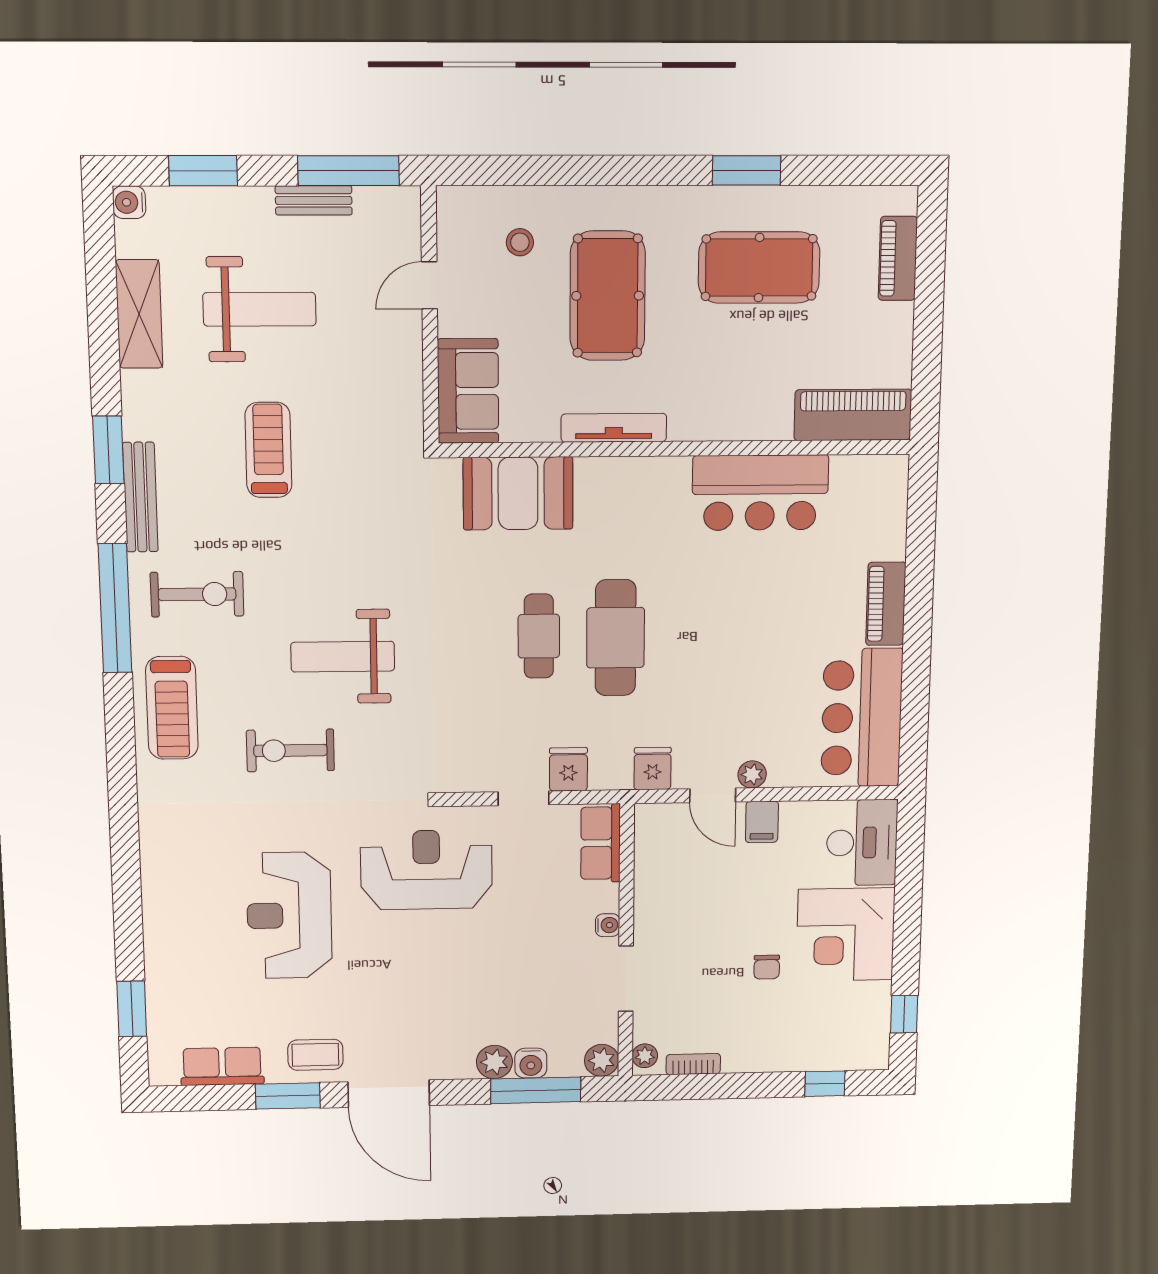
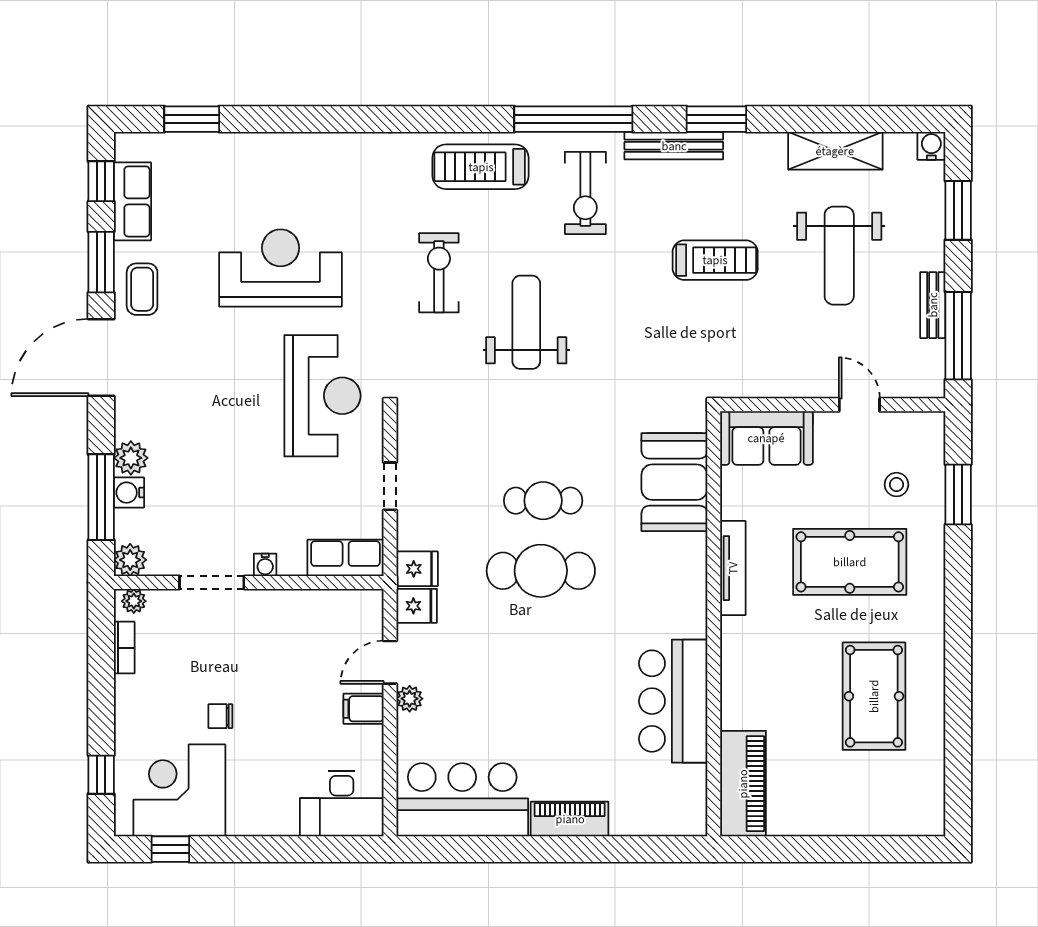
window: (746, 170) -> (958, 494), moved
piano: (898, 258) -> (882, 820), removed
fridge: (568, 769) -> (417, 569), moved
corner desk: (845, 935) -> (179, 790), moved
window: (202, 1098) -> (101, 181), added

